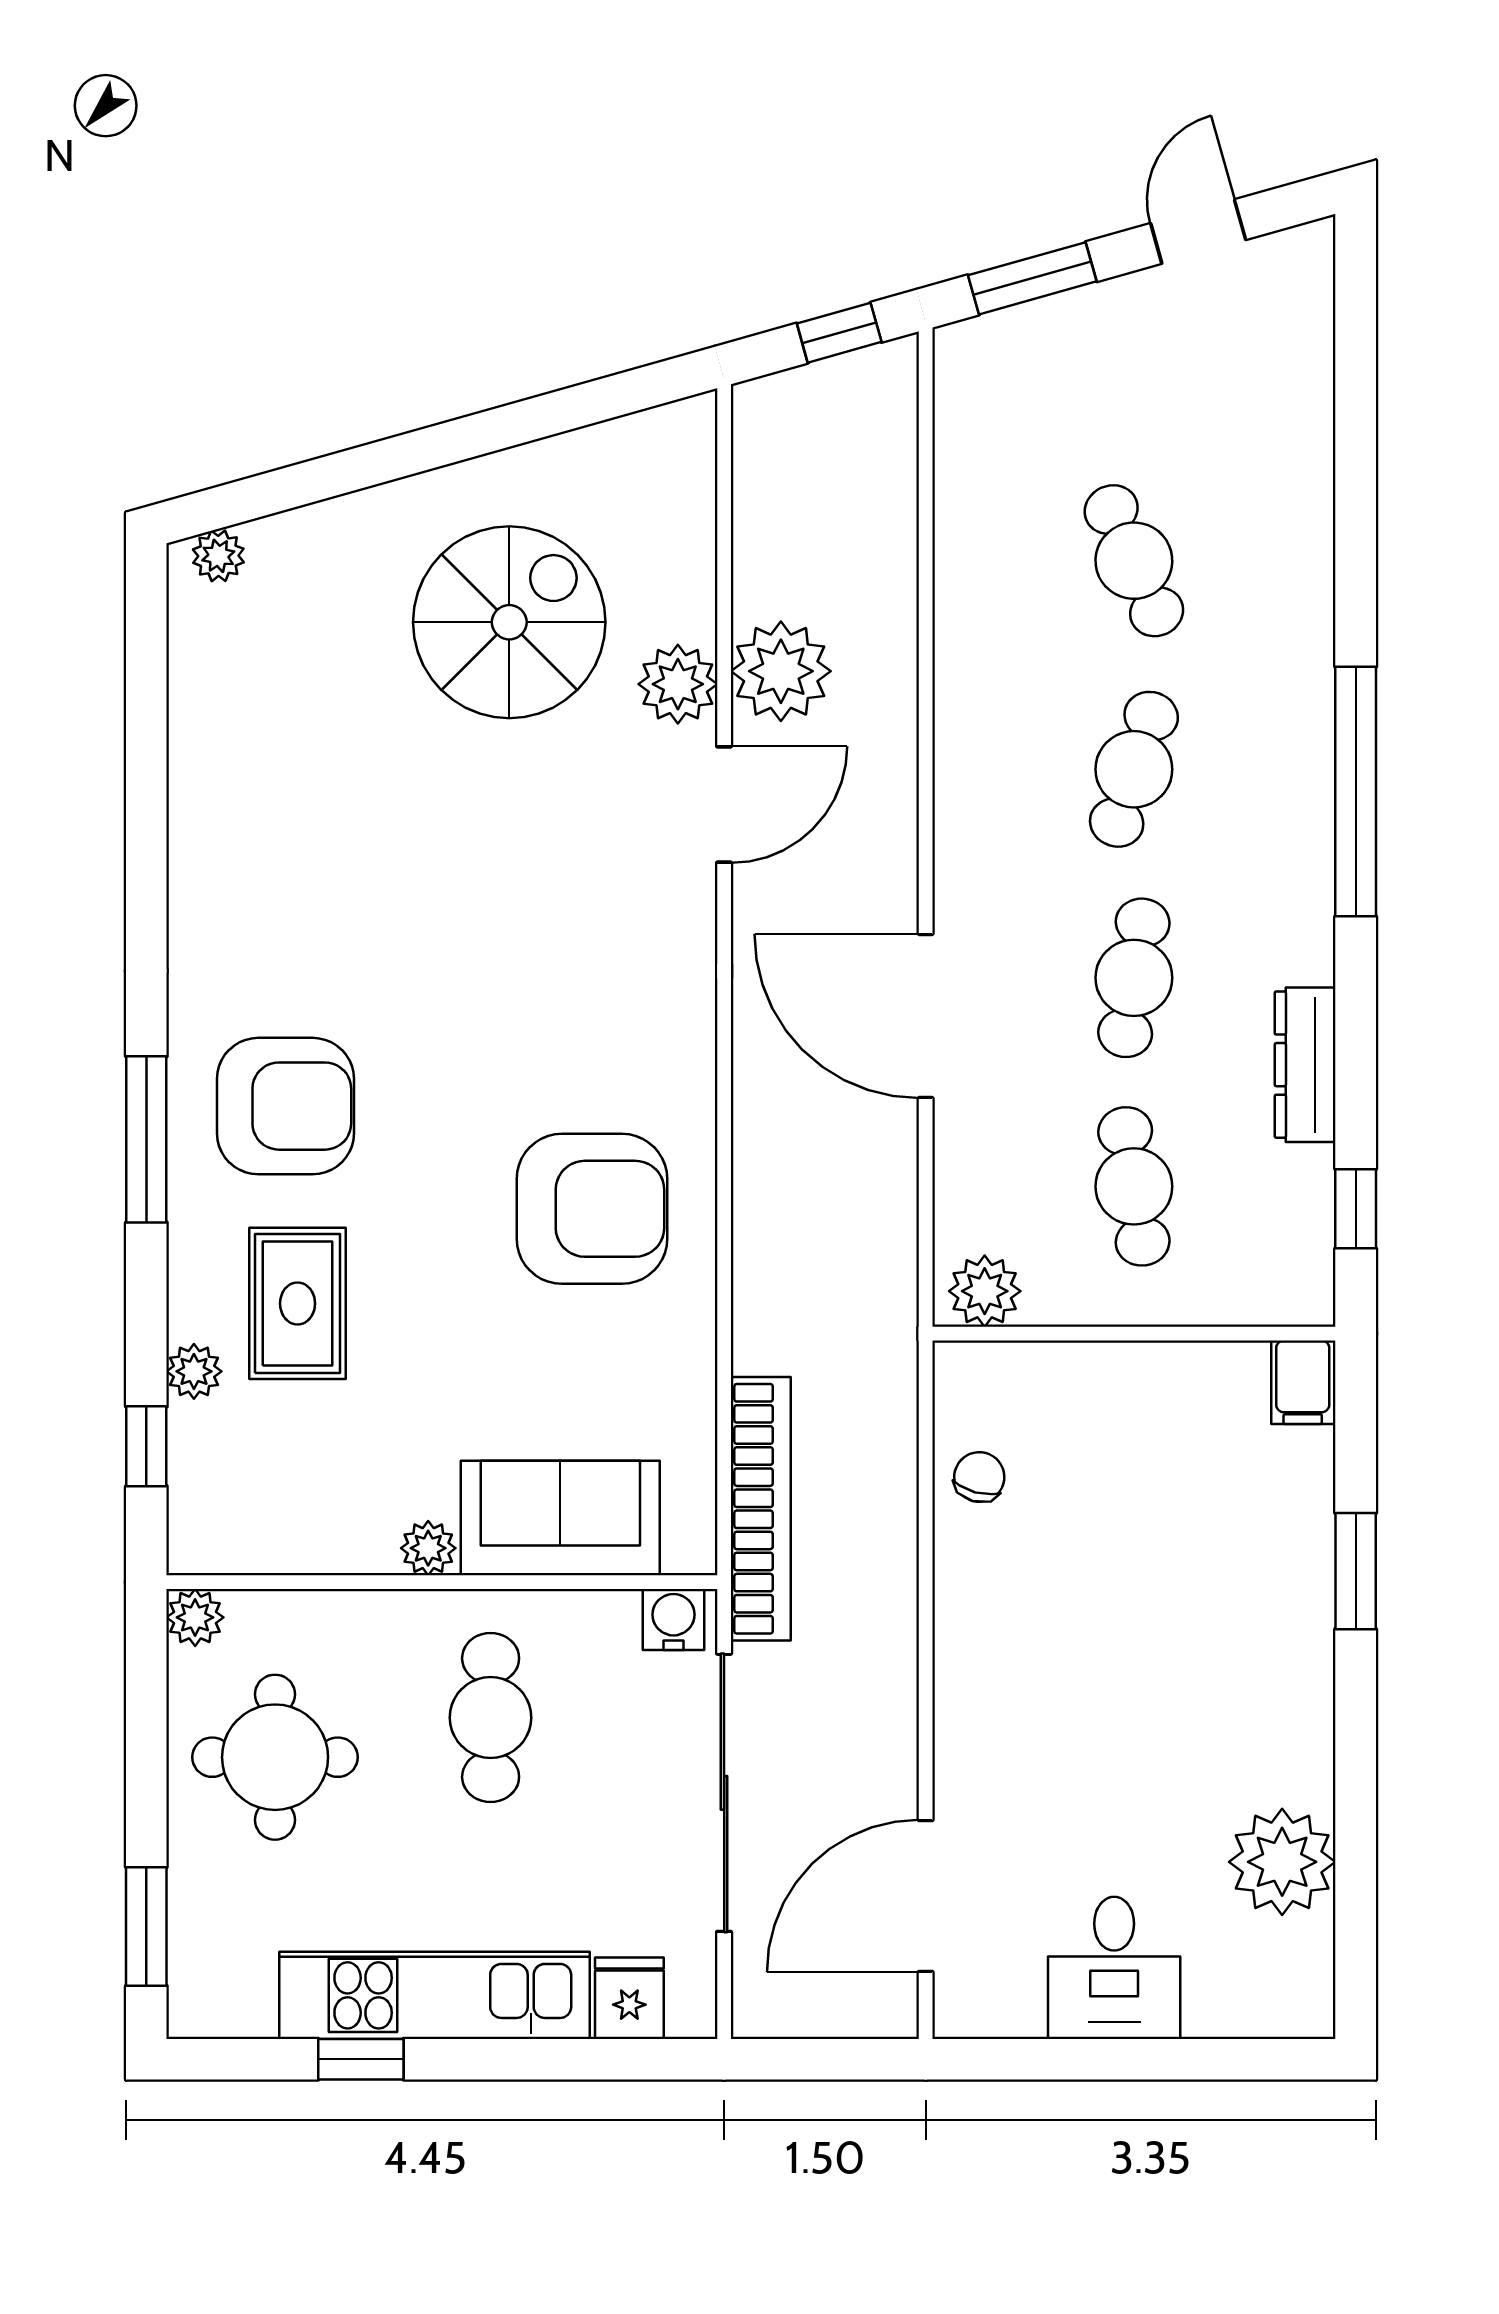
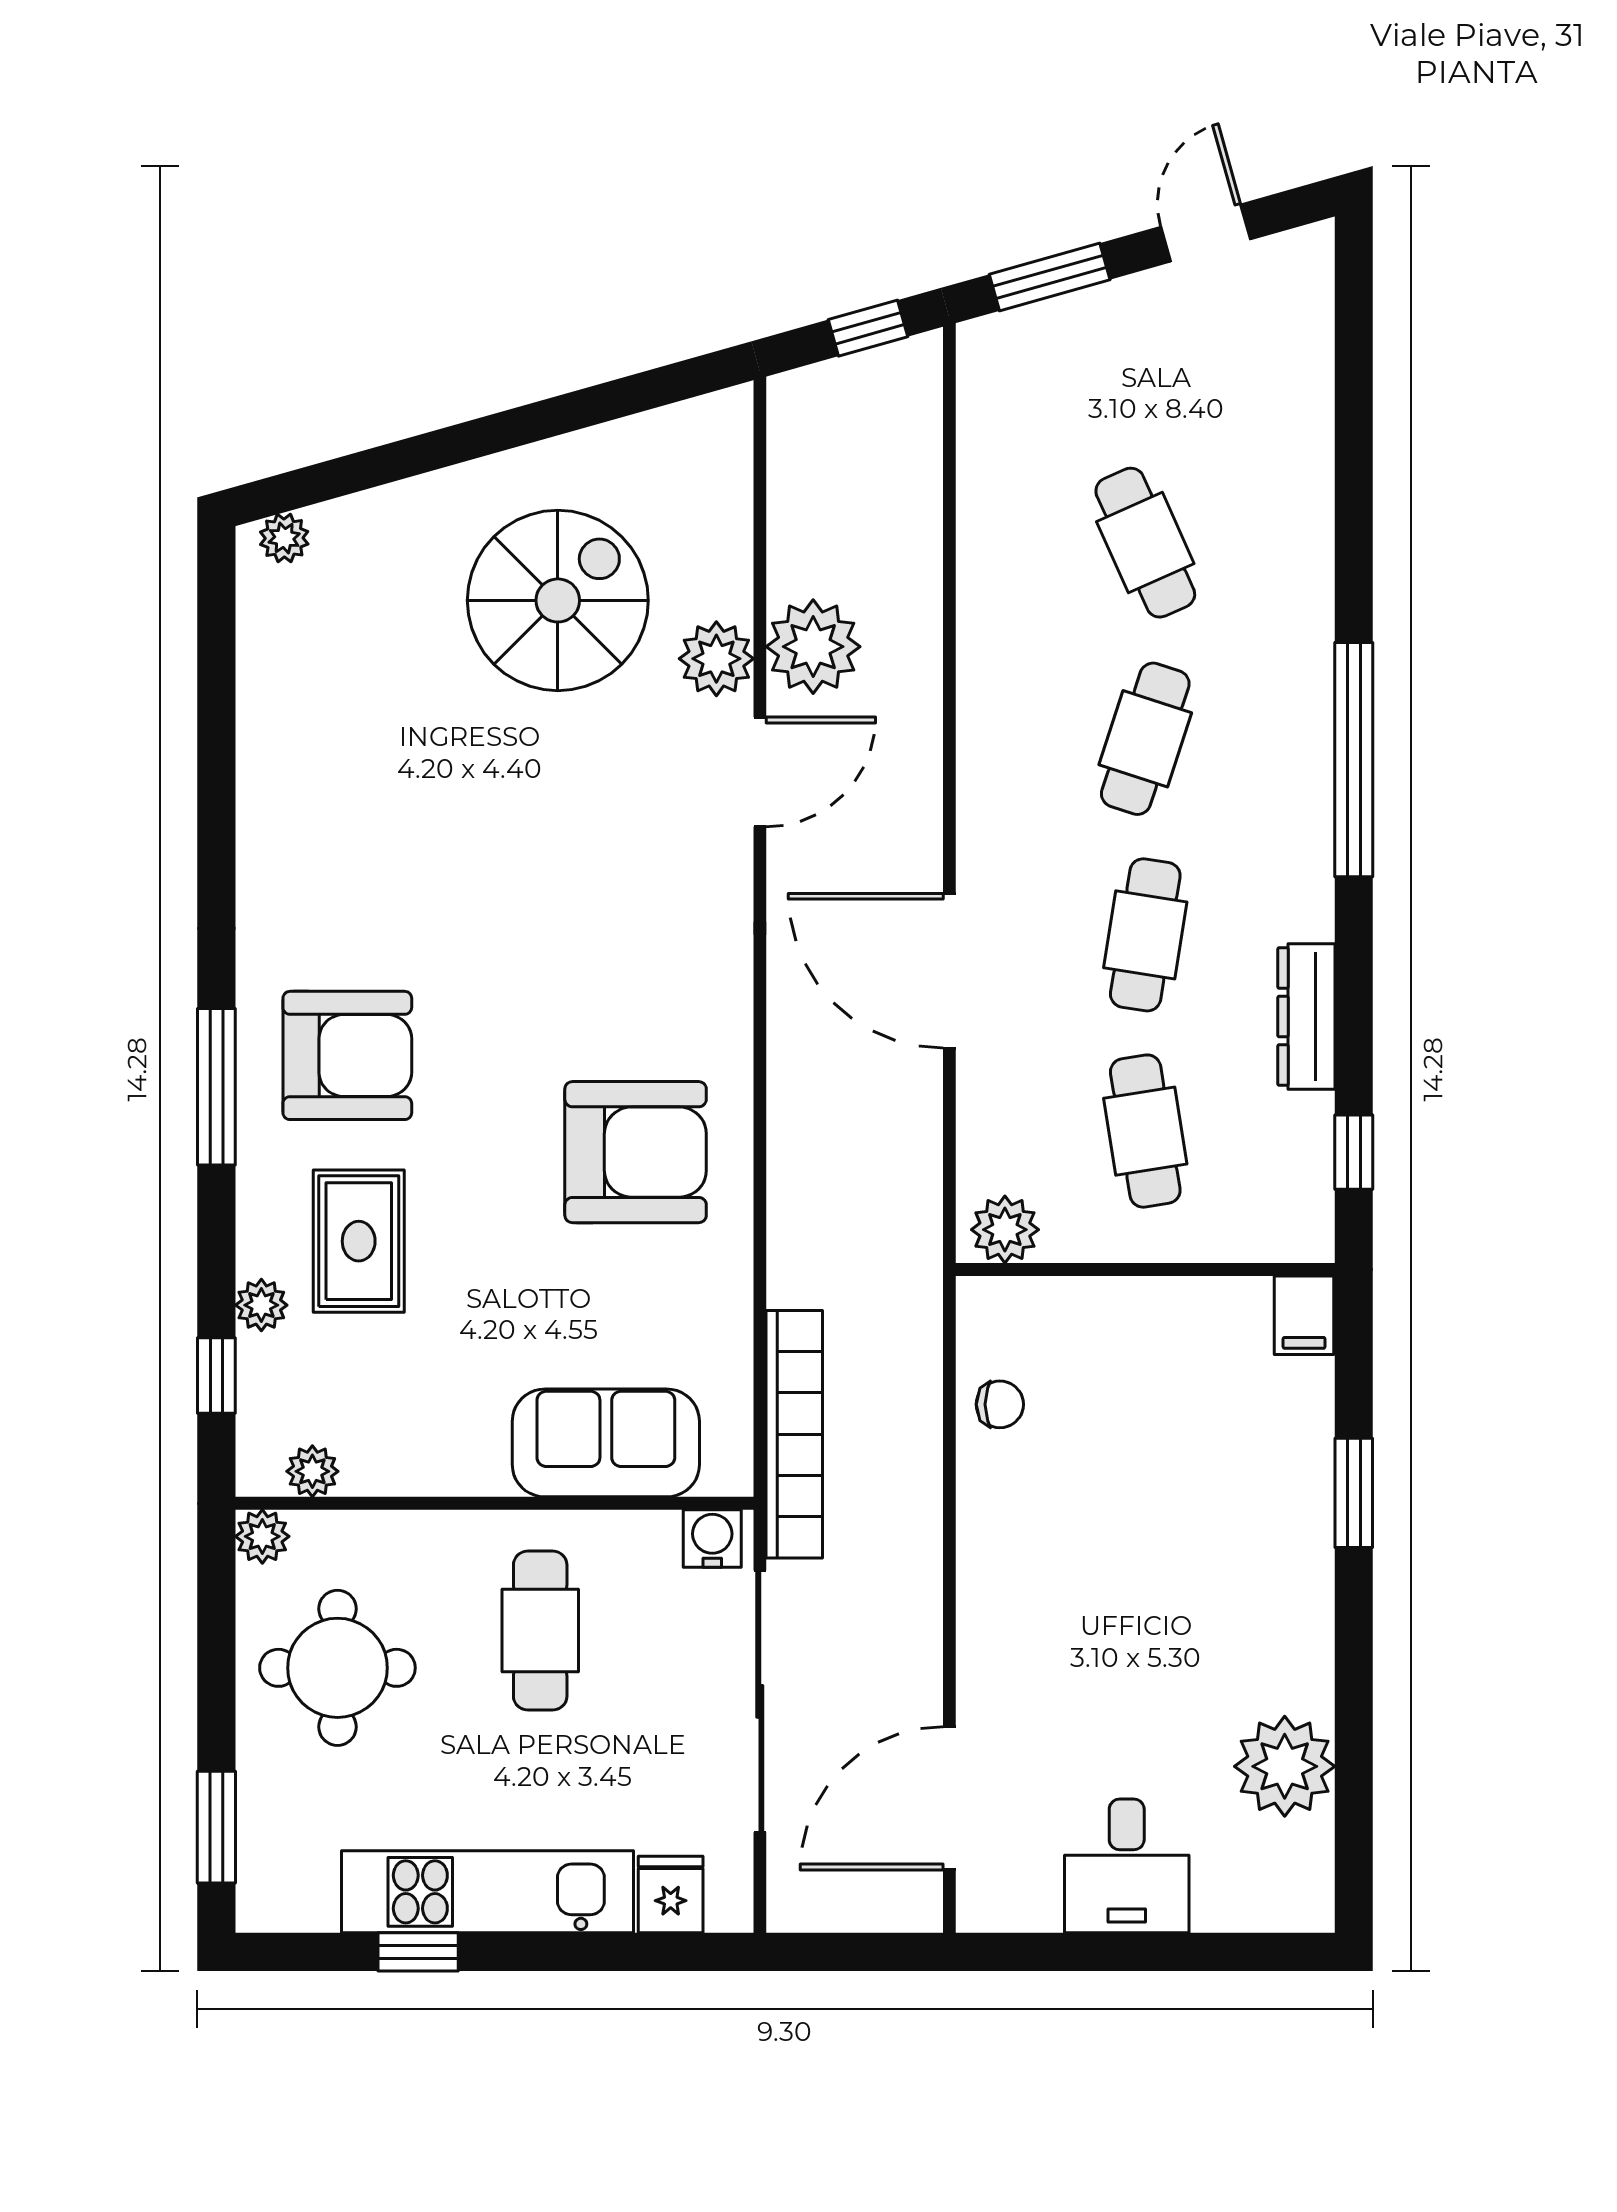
chair: (979, 1477) -> (1000, 1404), turned 75
plant: (428, 1548) -> (312, 1471), moved

